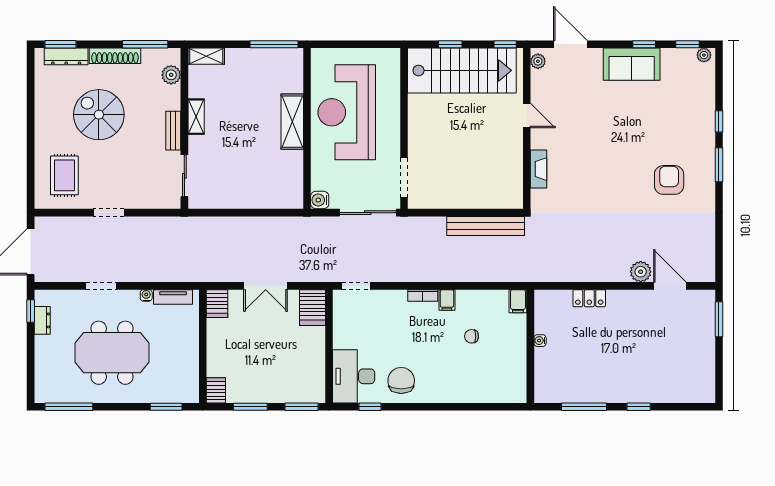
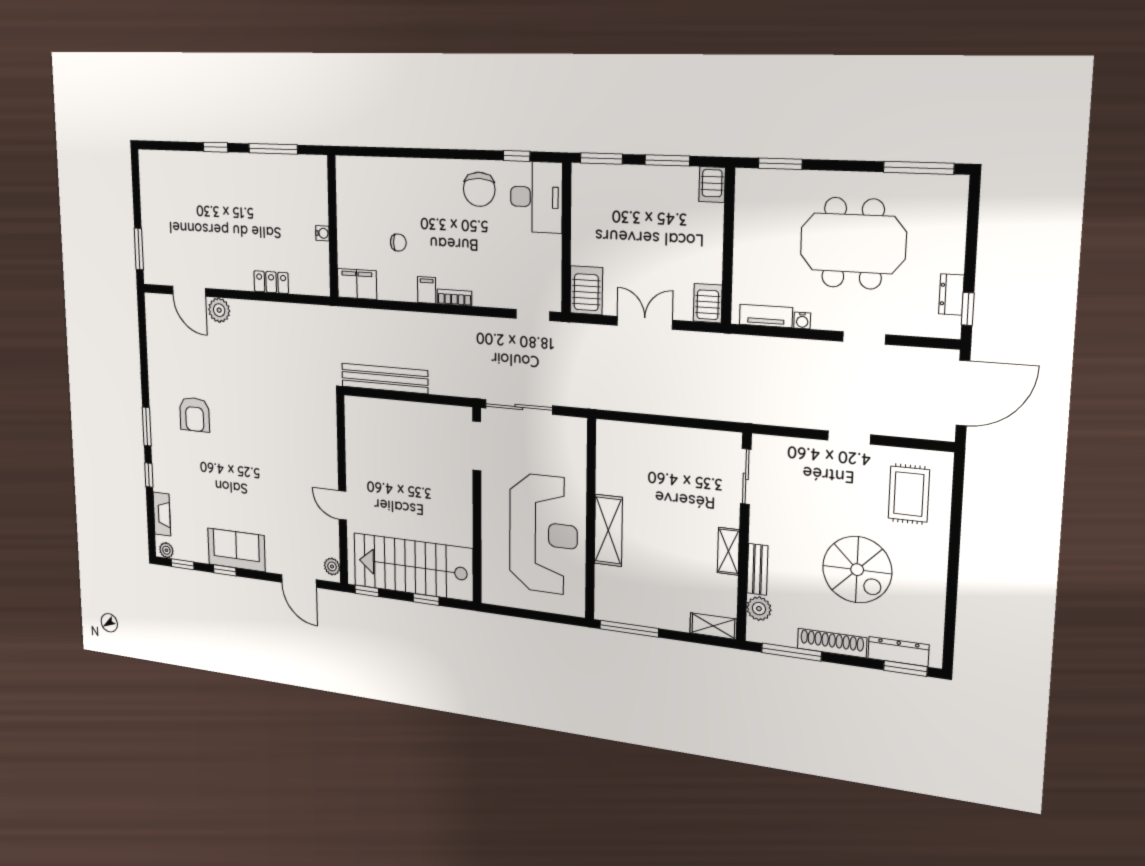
bench: (173, 131) -> (757, 569), moved
fireplace: (539, 169) -> (162, 514), moved, turned 180
water cooler: (320, 200) -> (576, 428), removed
filing cabinet: (518, 301) -> (357, 284), width x2.00

